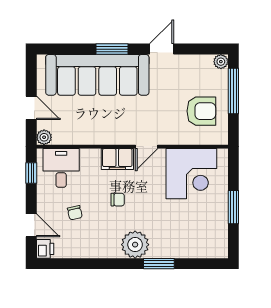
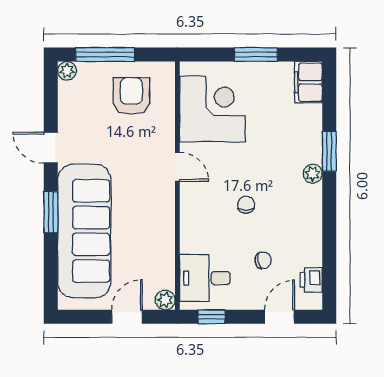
filing cabinet: (117, 159) -> (308, 82), moved, turned 180
plant: (135, 245) -> (313, 174), width x0.53, depth x0.53
printer: (45, 249) -> (311, 280), moved, turned -90

